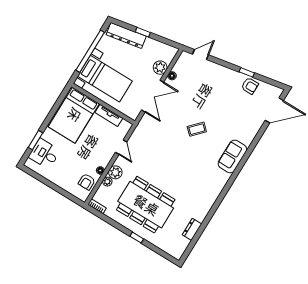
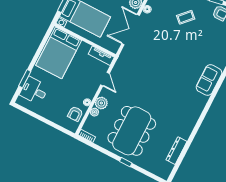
double door: (153, 96) -> (131, 29), swing flipped
tv unit: (109, 115) -> (101, 56), moved
coffee table: (197, 129) -> (186, 17), moved
dining table: (146, 205) -> (132, 131), turned 90
dresser: (192, 229) -> (176, 151), width x1.44

